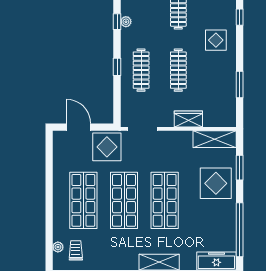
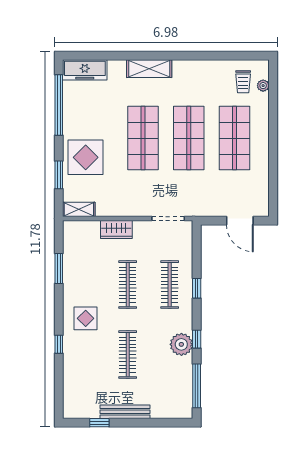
plant: (126, 22) -> (181, 344), width x1.88, depth x1.88
shelving: (215, 139) -> (79, 209), width x0.67, depth x0.75
display table: (107, 147) -> (208, 198), removed

